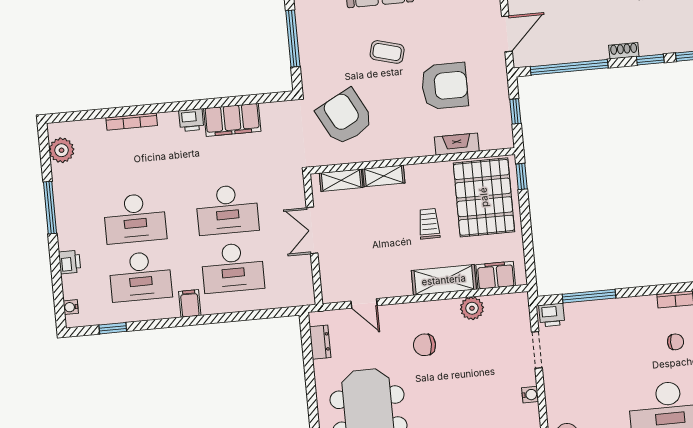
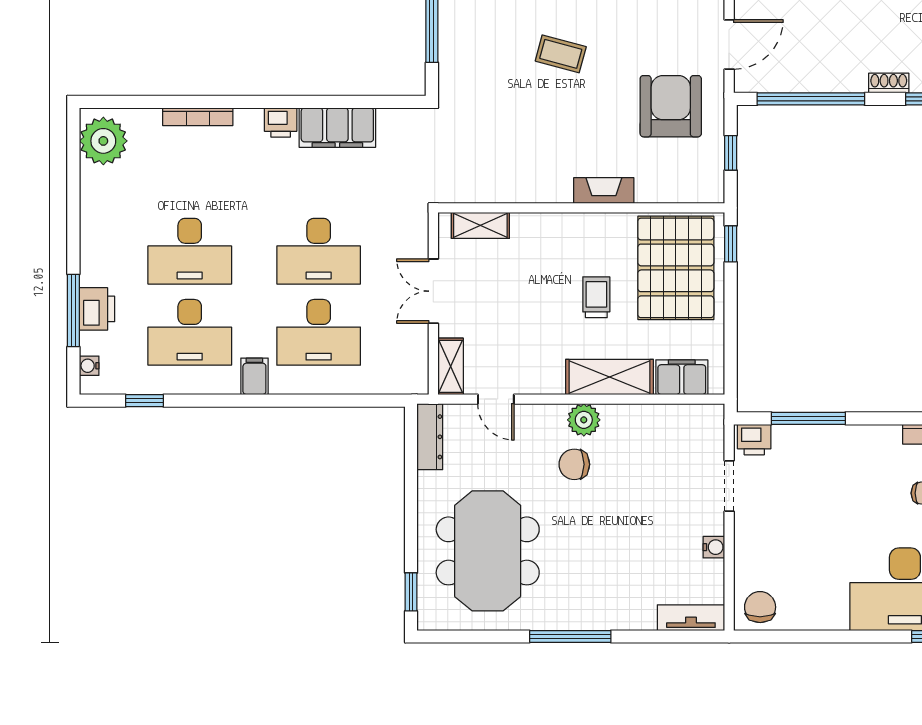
armchair: (445, 86) -> (671, 106), moved, turned -90
armchair: (345, 117) -> (494, 138), removed
fireplace: (457, 144) -> (604, 191), moved
plant: (62, 150) -> (103, 141), width x1.36, depth x1.36
shelving: (384, 176) -> (451, 366), moved, turned 90
window: (50, 208) -> (73, 310), moved
printer: (70, 262) -> (97, 309), width x1.36, depth x1.24
plant: (472, 308) -> (584, 420), moved
dresser: (320, 342) -> (430, 437), width x1.44

